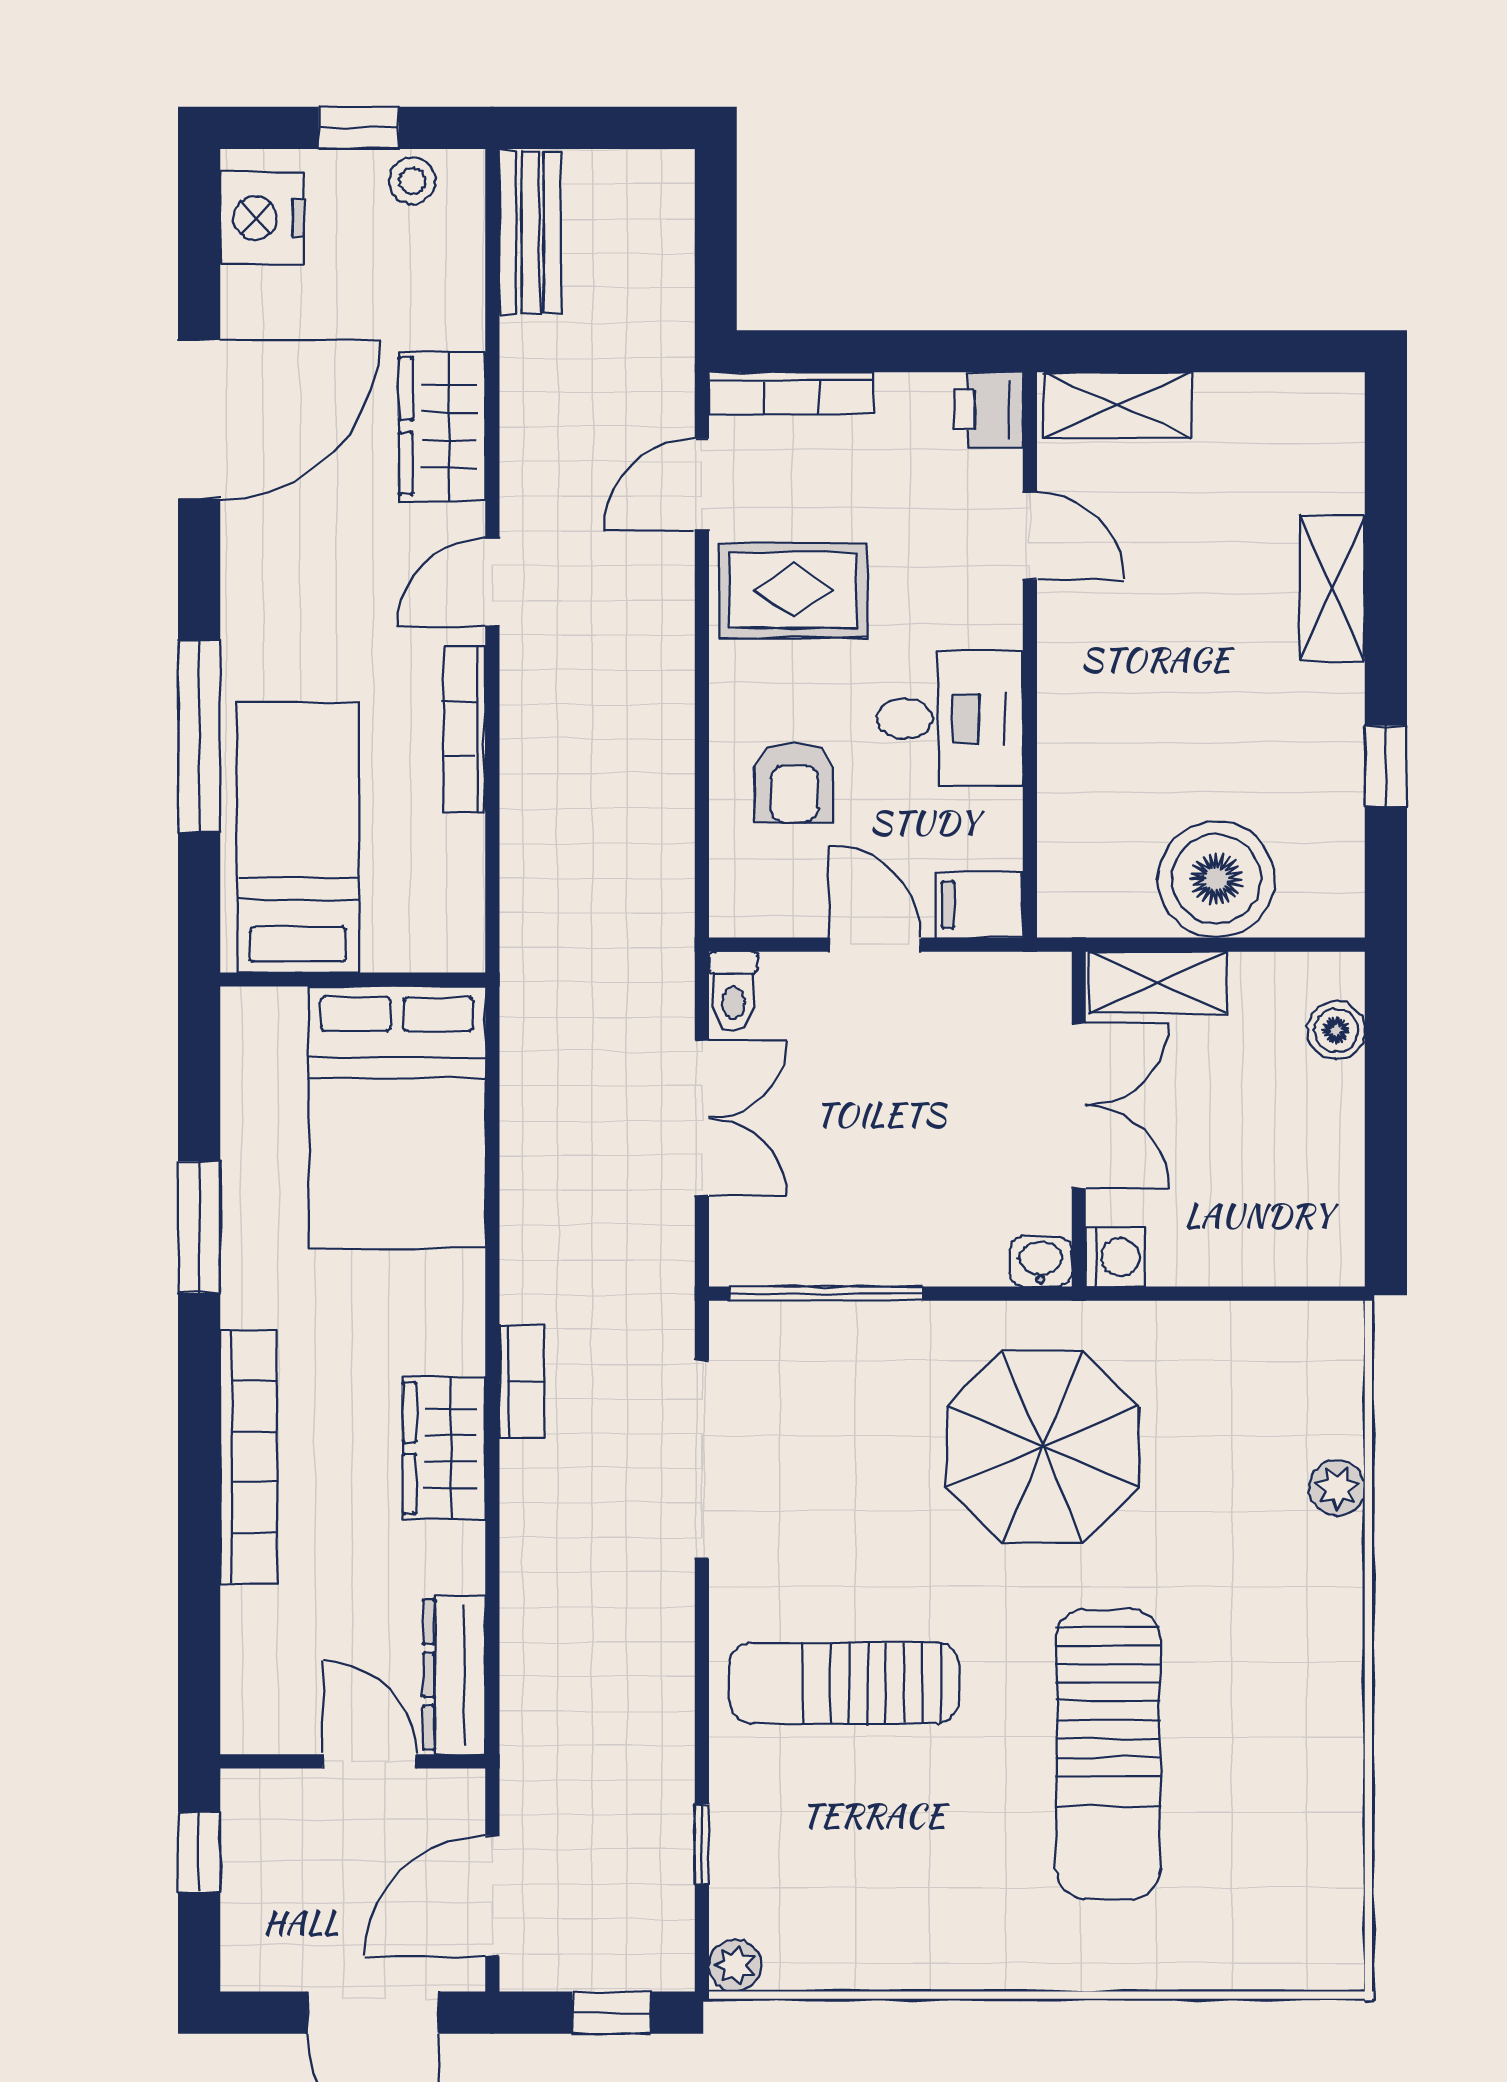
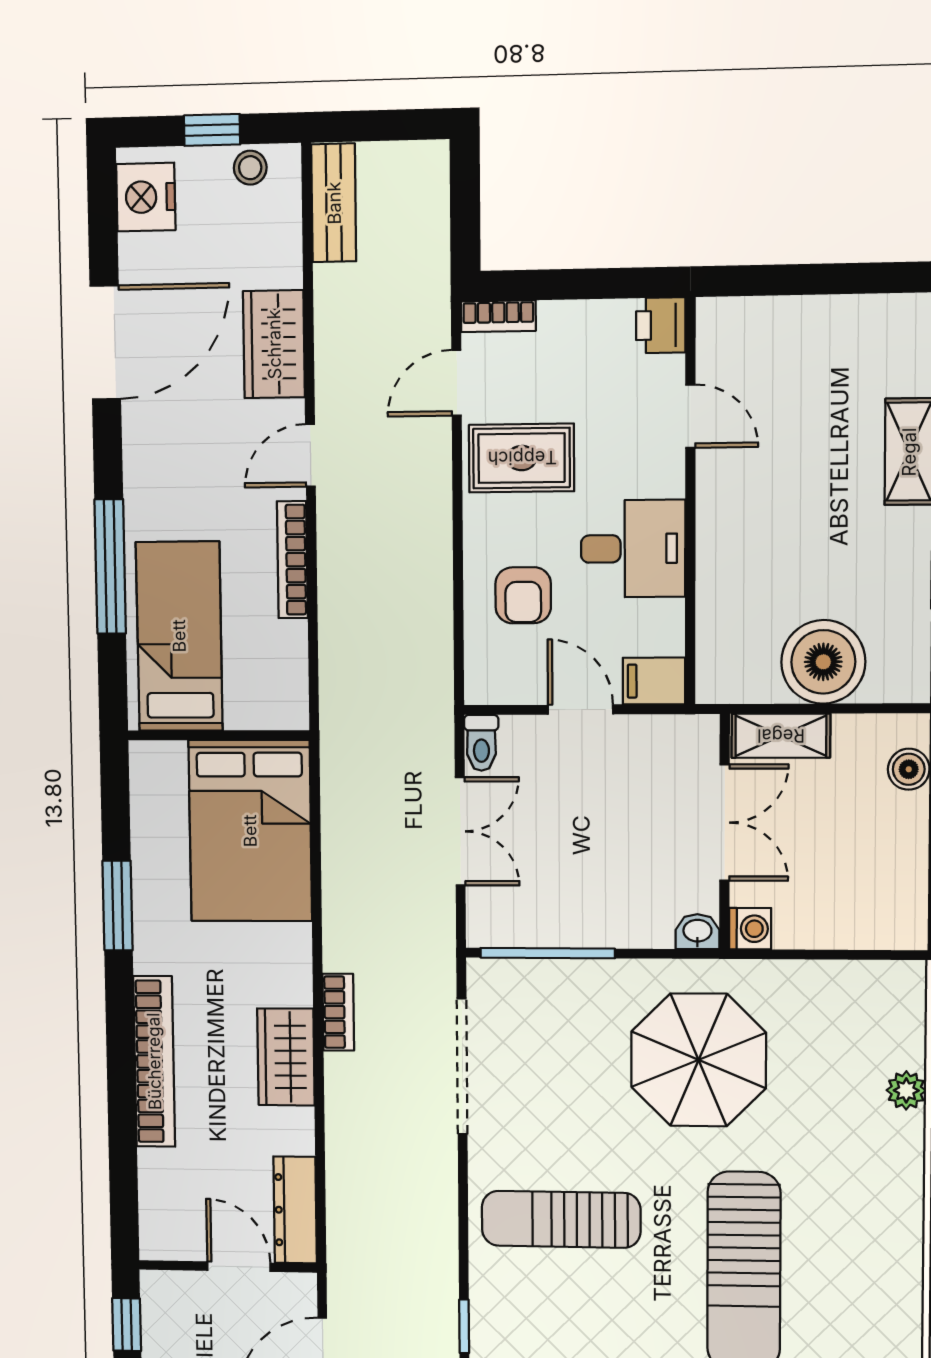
bookcase: (791, 393) -> (498, 316), width x0.64
shelving: (1118, 405) -> (754, 320), removed

